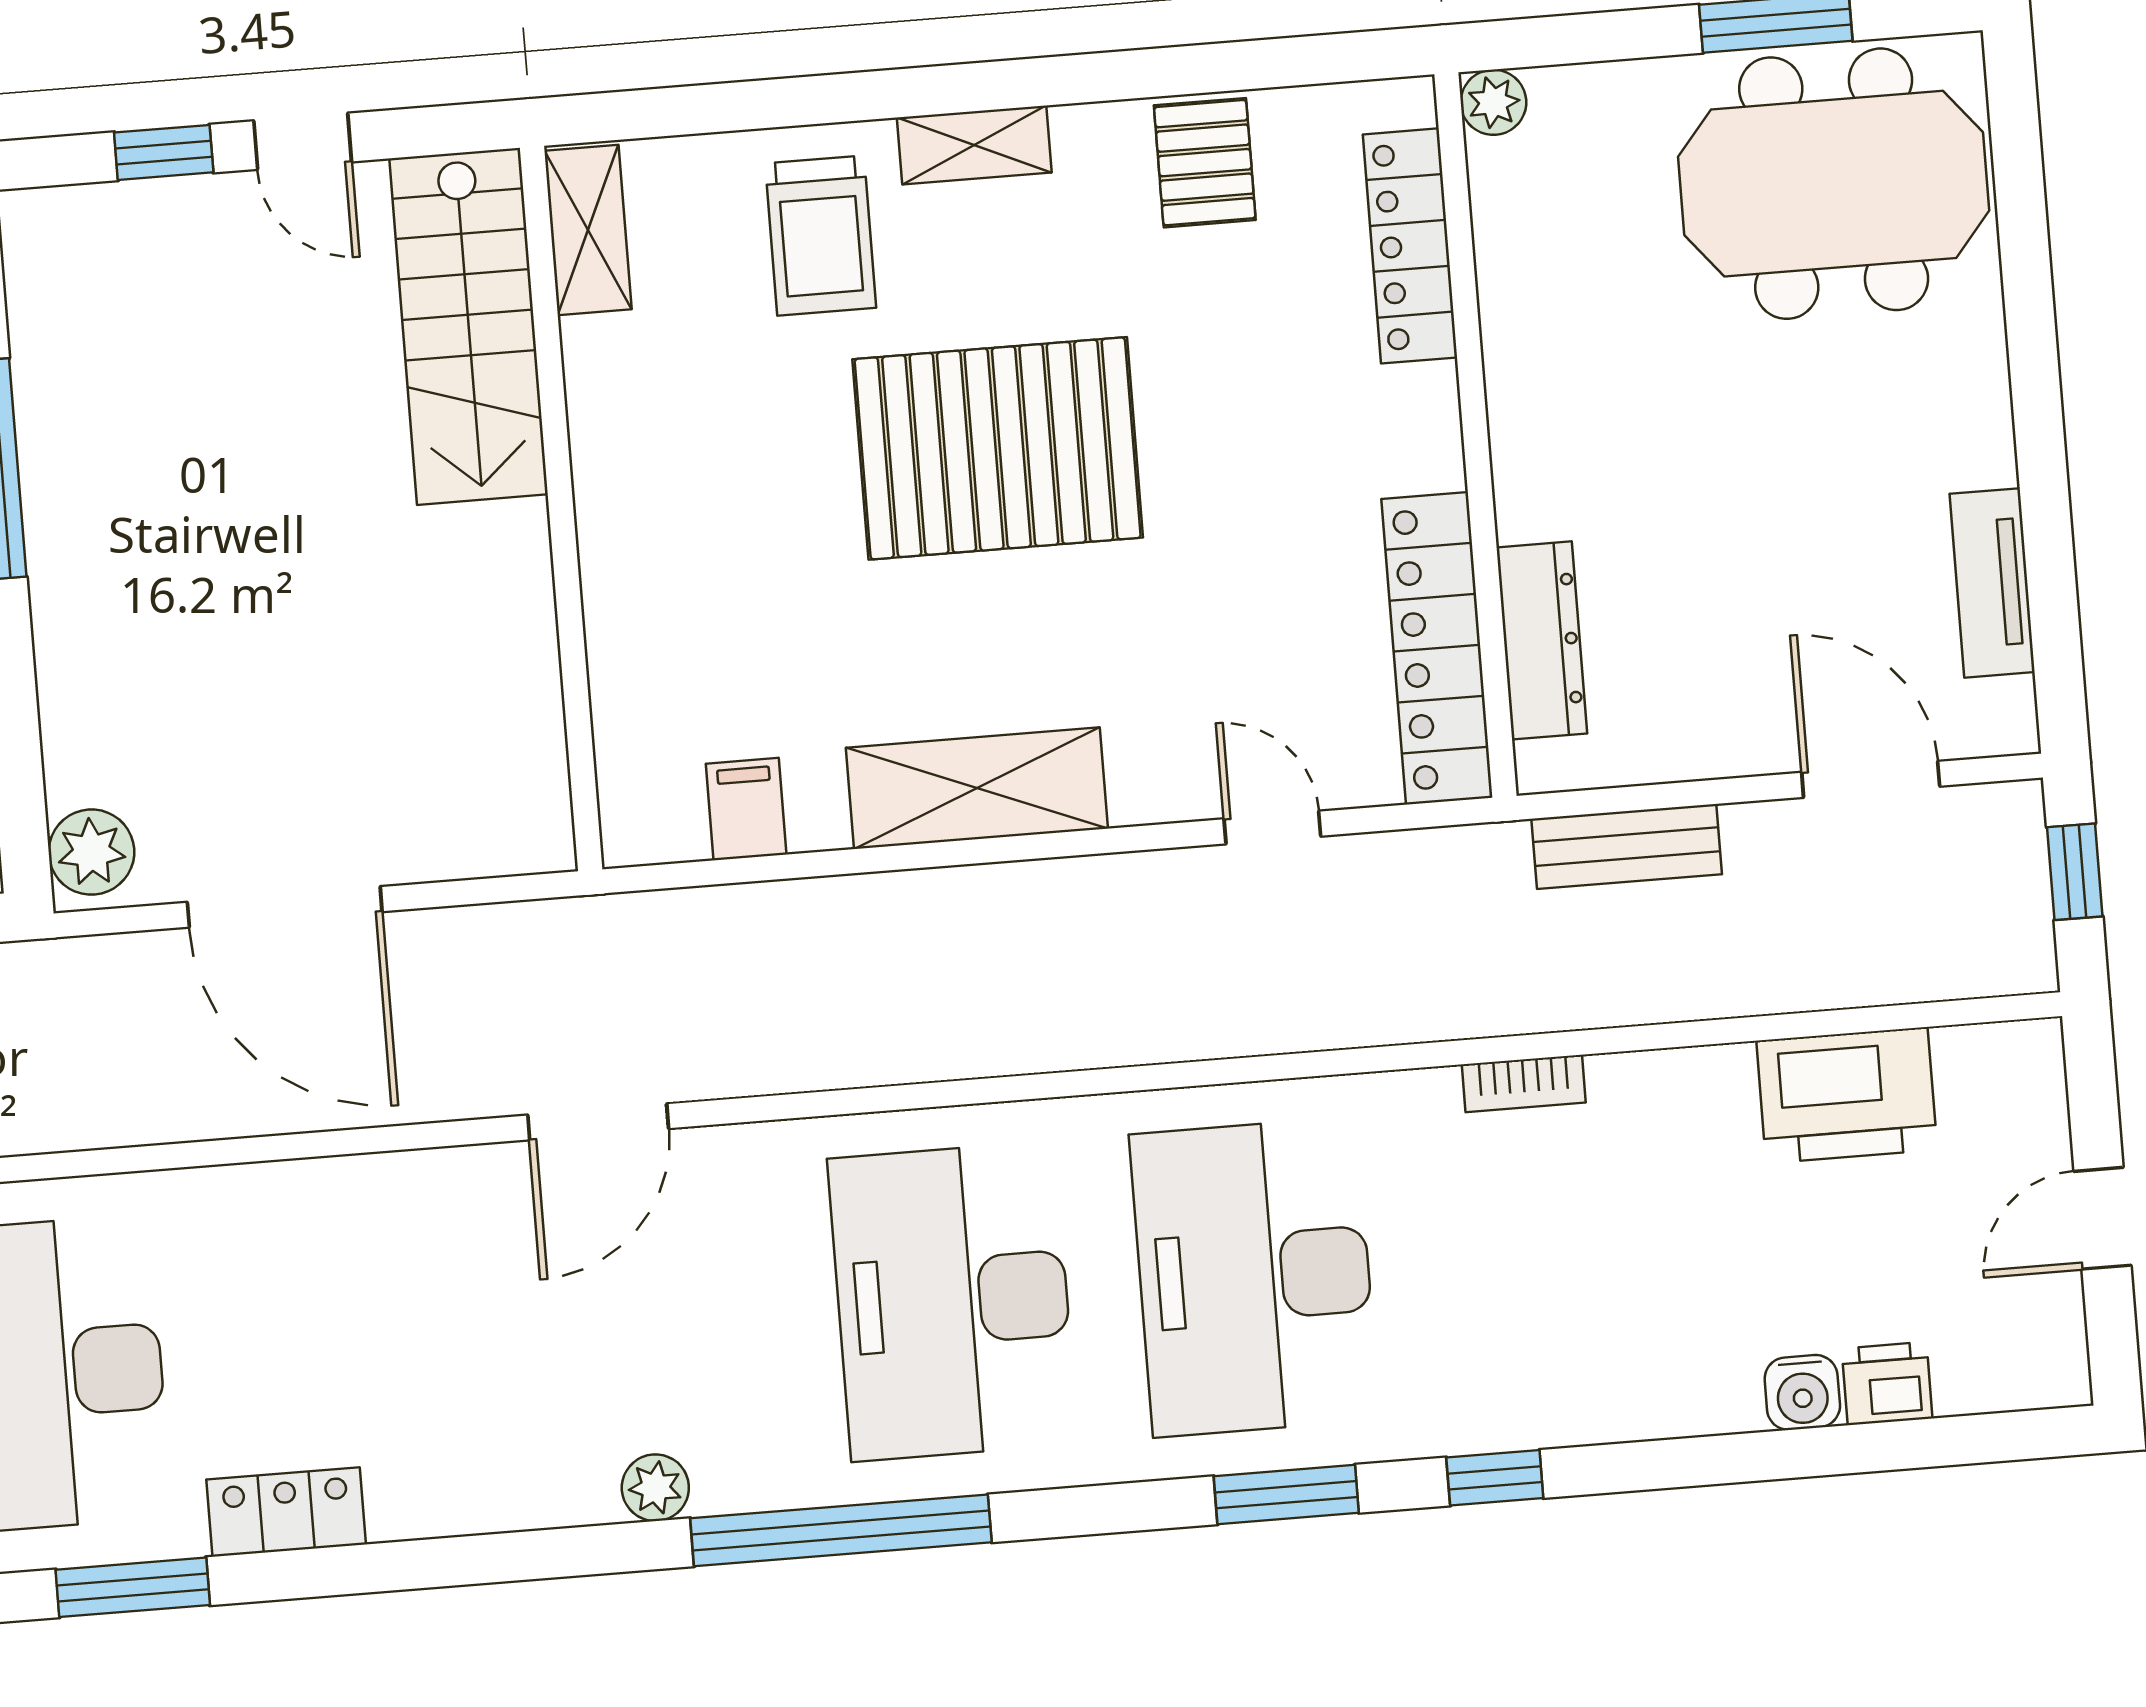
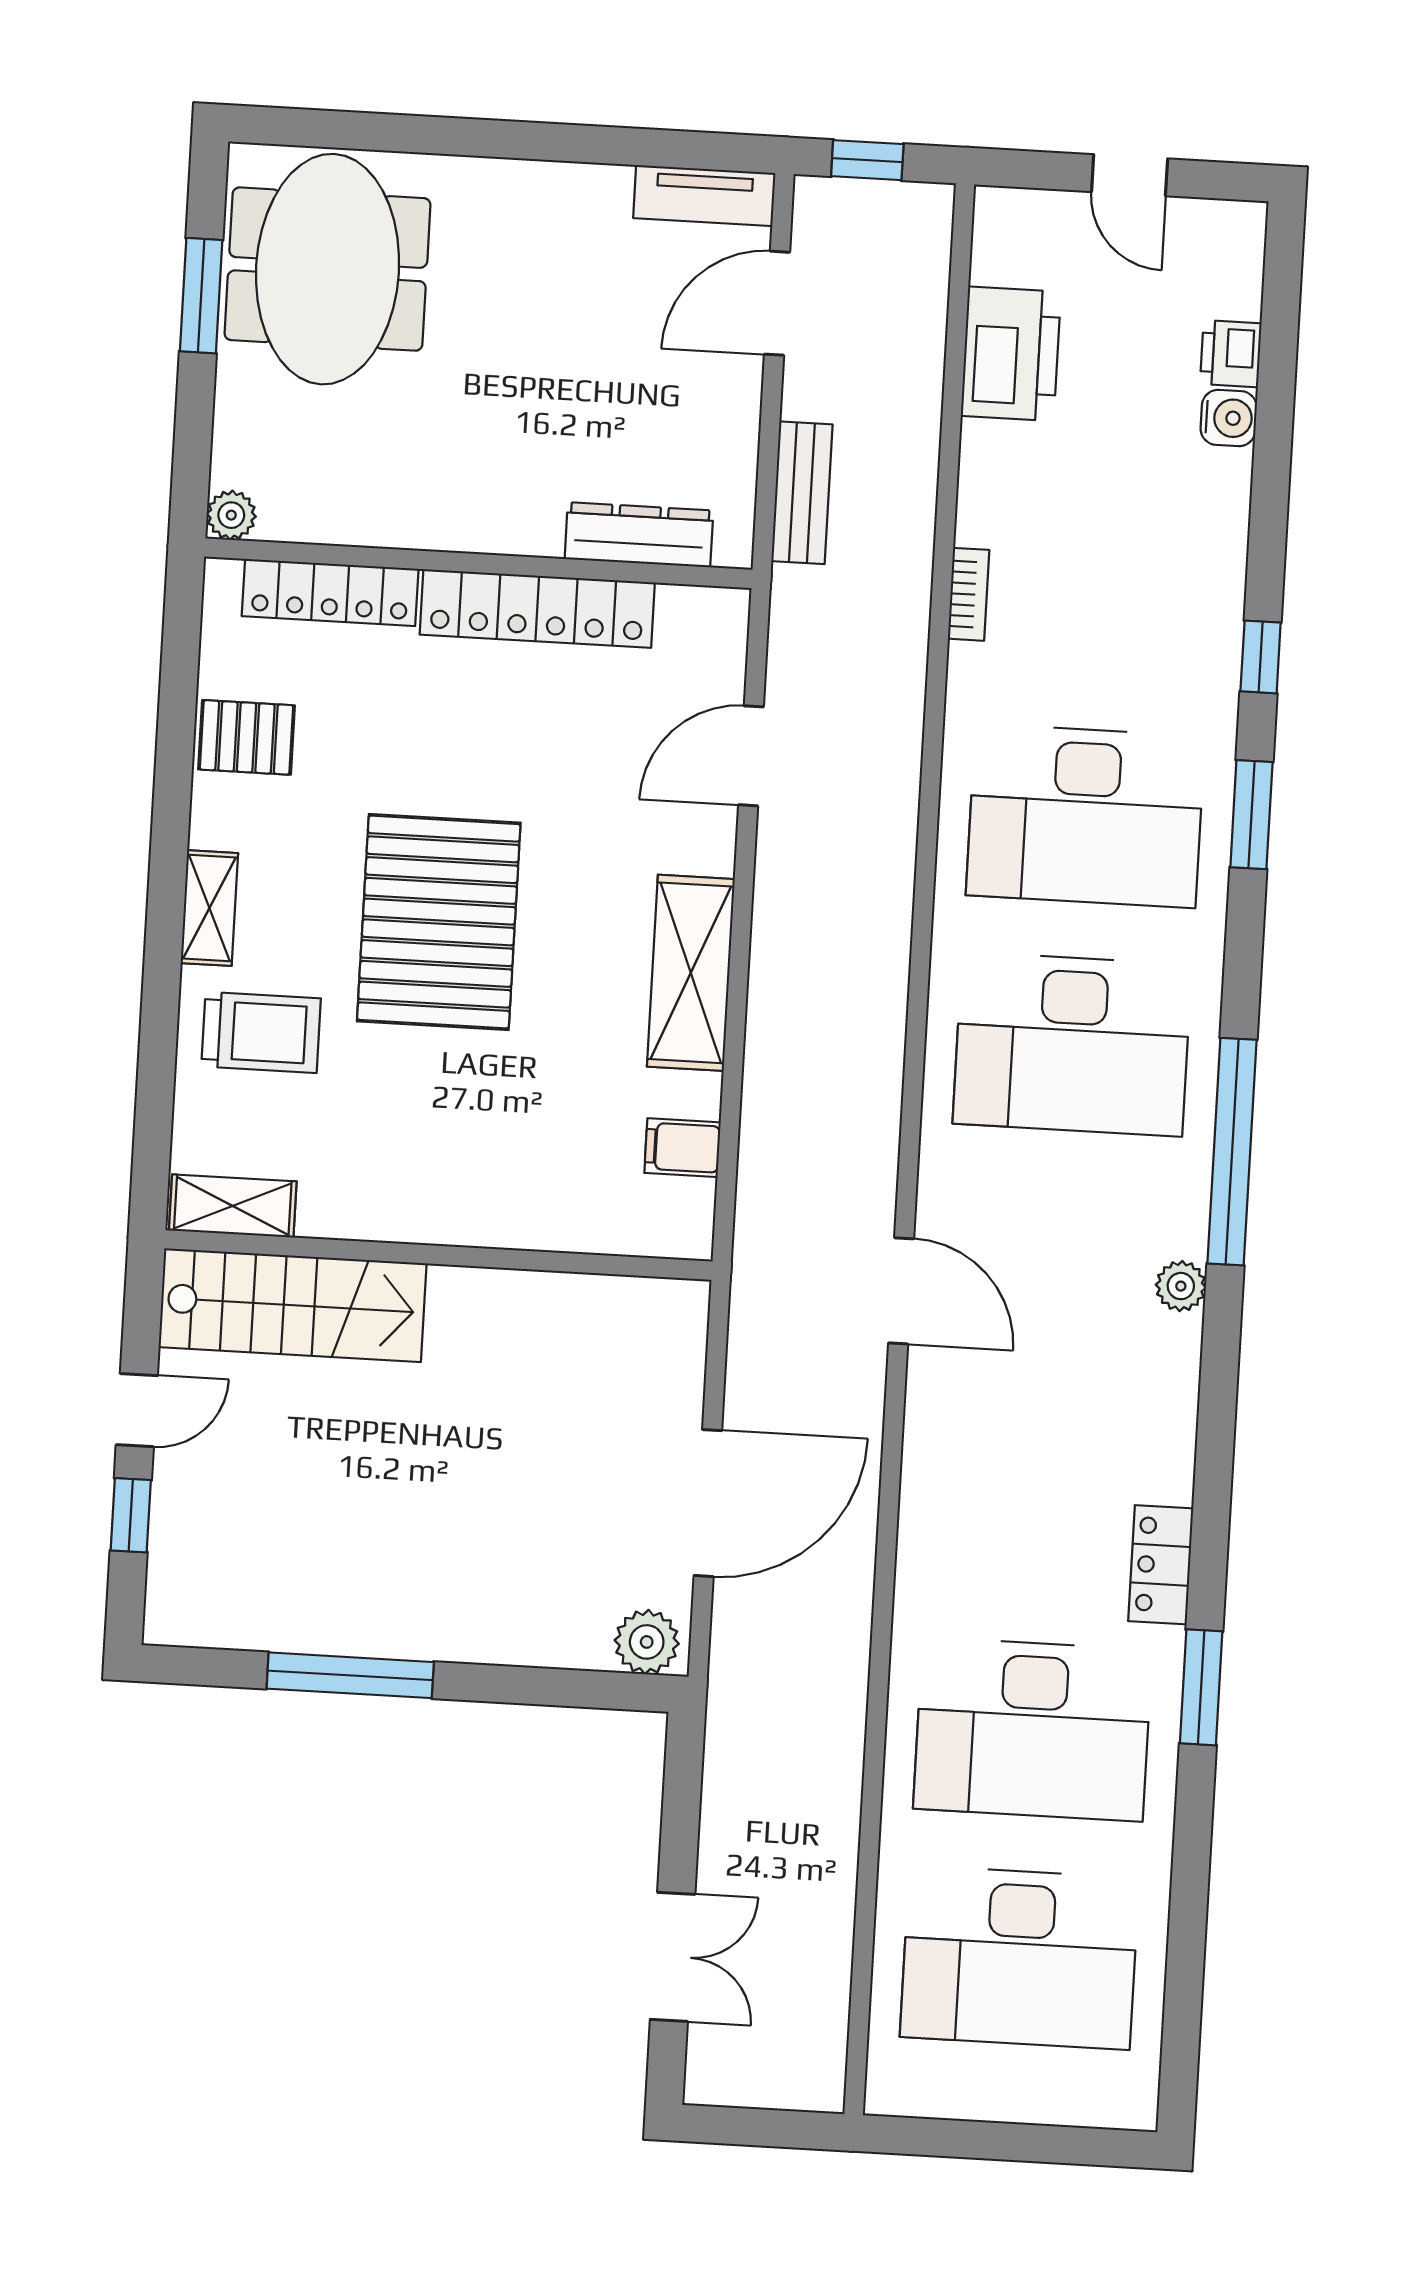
tv unit: (1992, 583) -> (704, 196), moved
locker: (1437, 648) -> (537, 608), moved
door: (1272, 827) -> (751, 756), width x1.38

